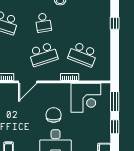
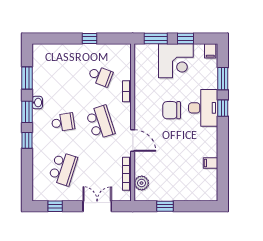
window: (115, 23) -> (89, 38), moved
school desk: (83, 54) -> (100, 76), width x0.54
corner desk: (86, 98) -> (176, 61), moved, turned 90

